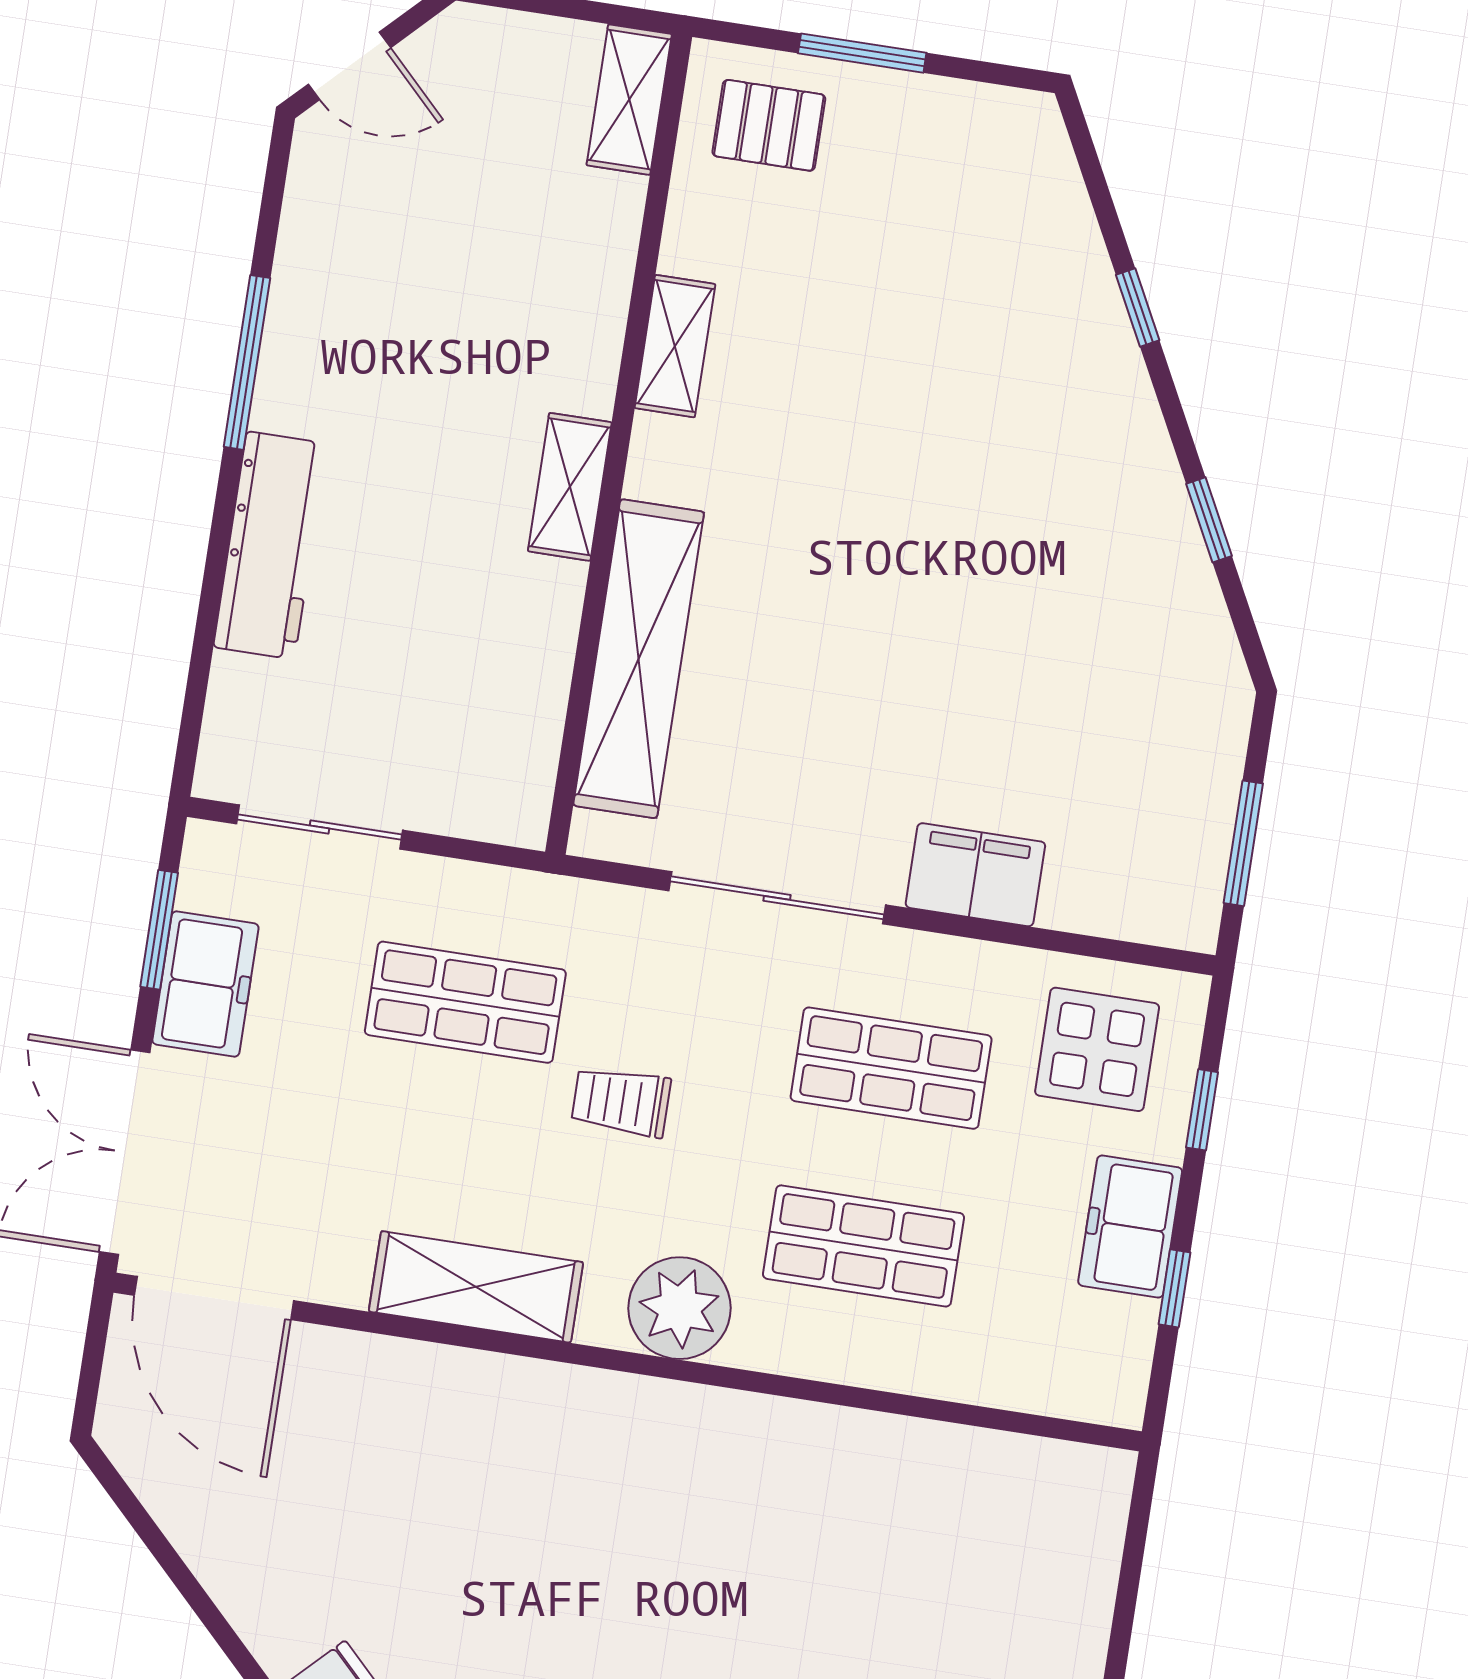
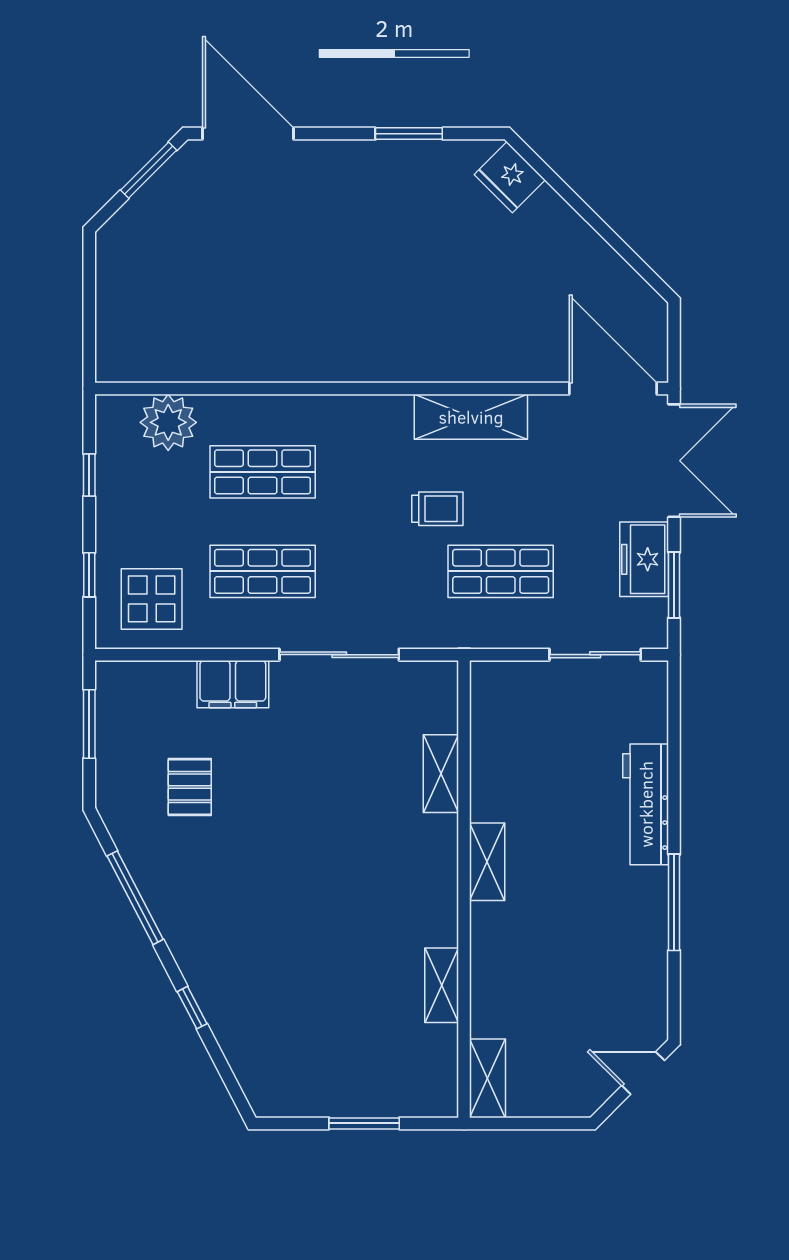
pallet: (769, 125) -> (190, 787), moved, turned 90
shelving: (675, 346) -> (442, 985), moved
window: (1209, 520) -> (135, 898), width x2.17
shelving: (639, 659) -> (441, 774), width x0.45, depth x0.75
trolley: (621, 1102) -> (437, 509), moved
freezer: (1130, 1227) -> (119, 505), removed
plant: (679, 1308) -> (168, 422), moved

